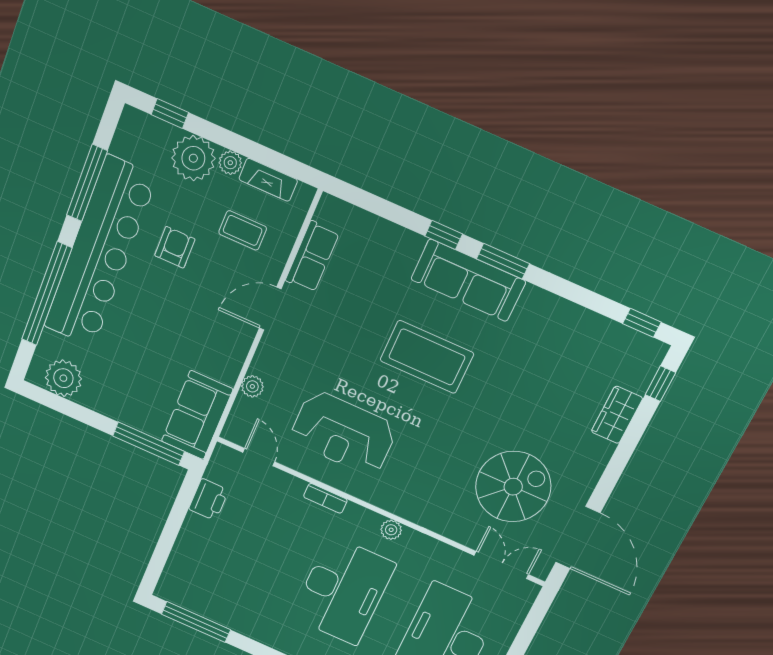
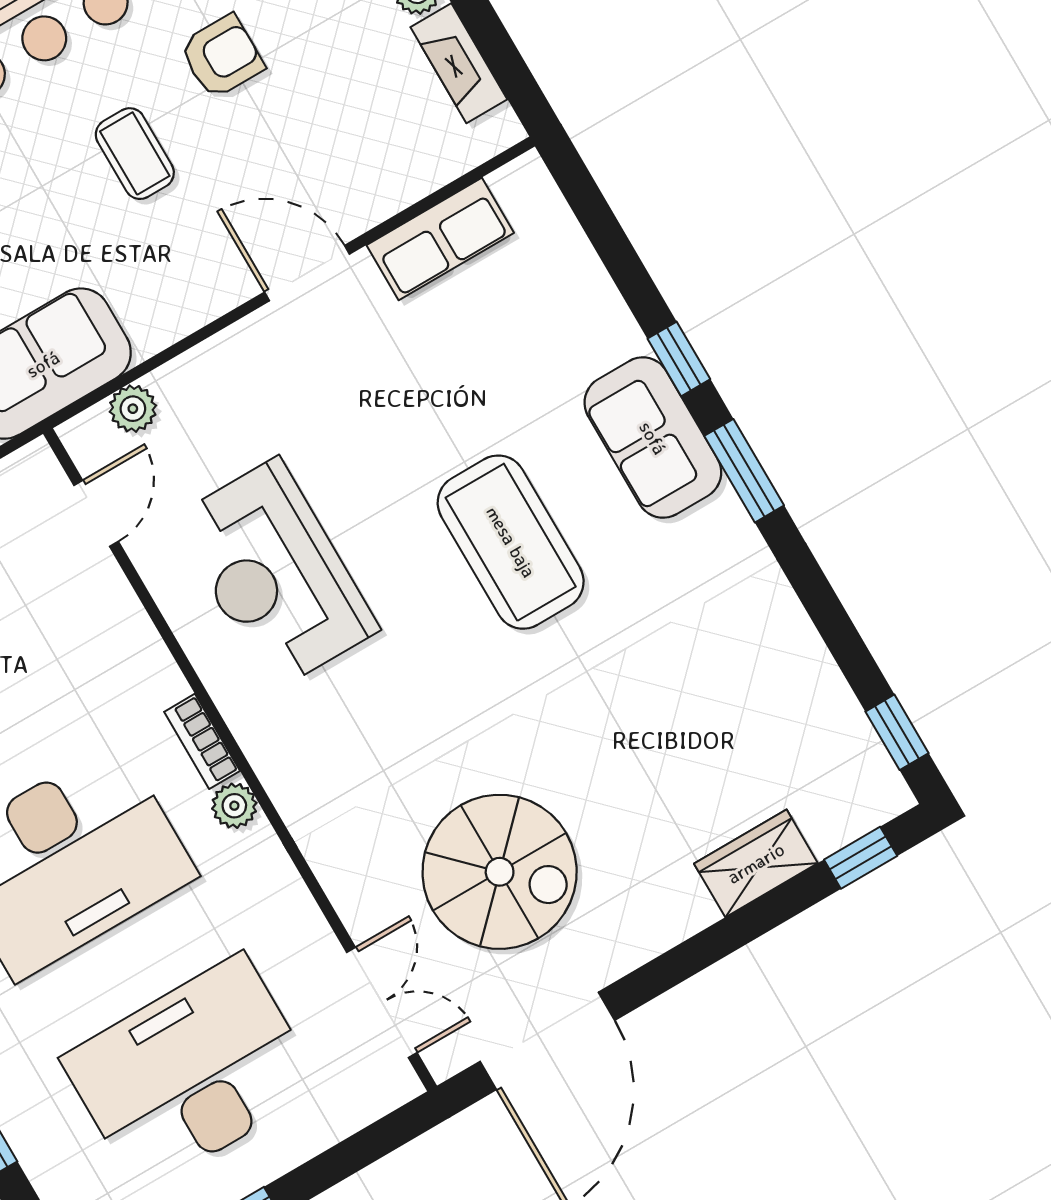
coffee table: (243, 230) -> (135, 154), moved
sofa: (468, 280) -> (653, 438), width x0.73
plant: (252, 386) -> (133, 409), moved
bookcase: (325, 498) -> (202, 741), moved

